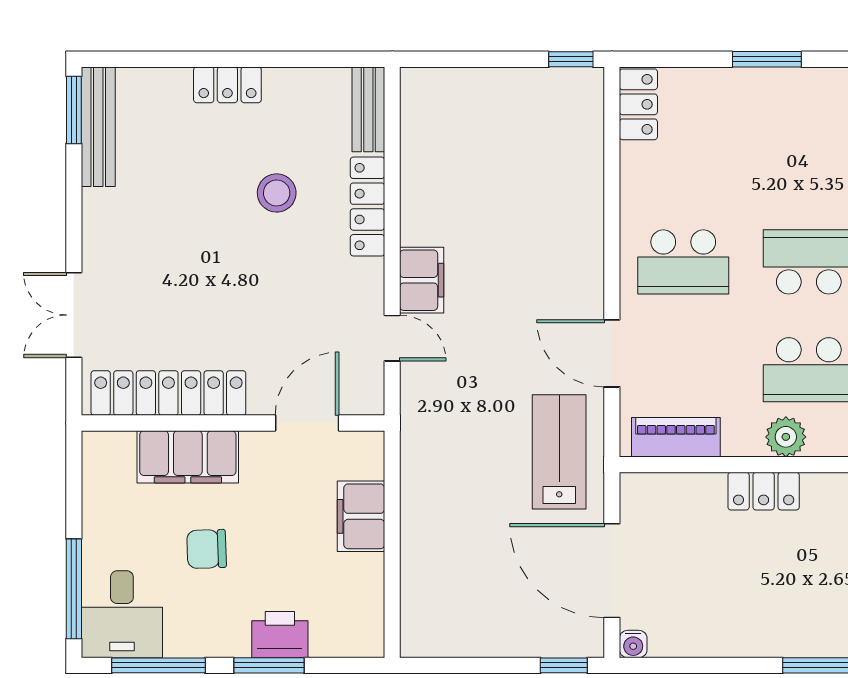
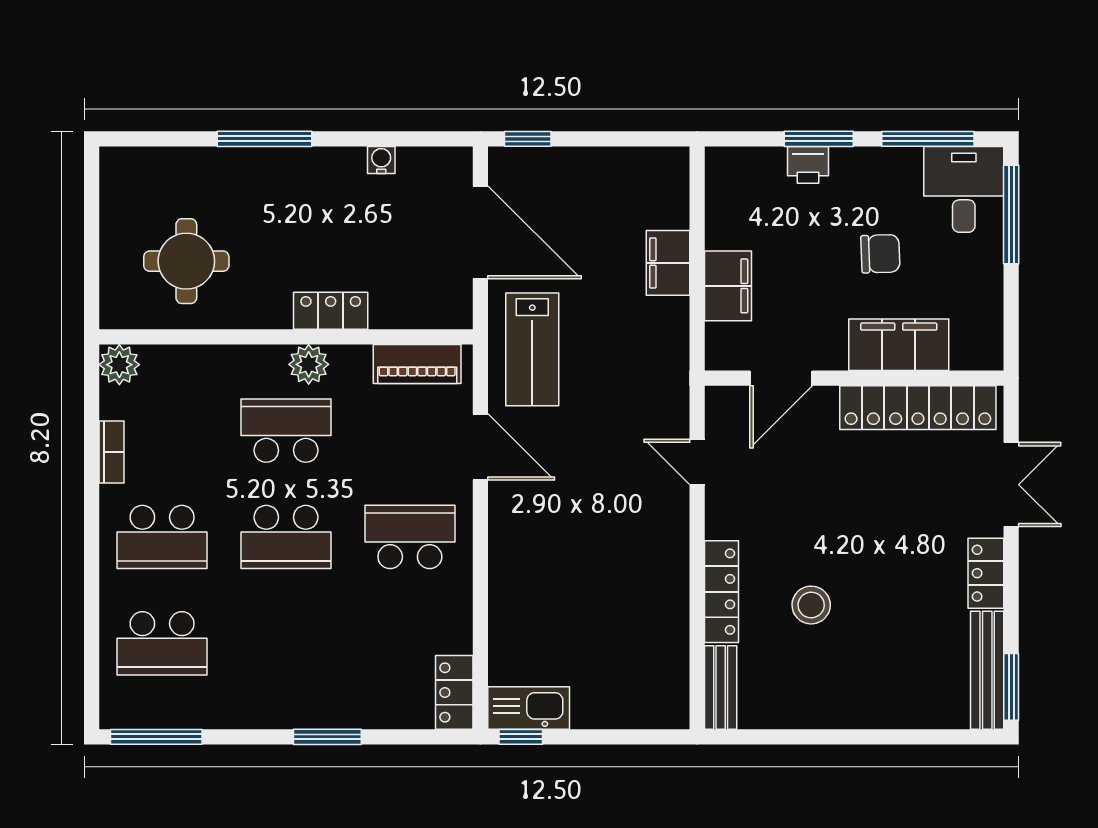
locker: (227, 85) -> (986, 573), moved, turned -90
kitchen sink: (563, 89) -> (529, 708), added
filing cabinet: (422, 280) -> (668, 263), moved
printer: (280, 635) -> (808, 165), width x0.73, depth x0.81
water cooler: (633, 644) -> (381, 160), moved

